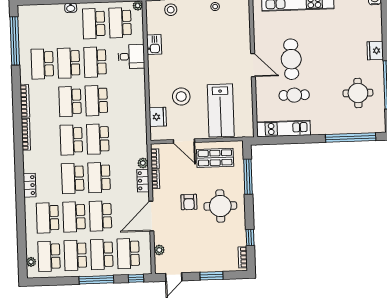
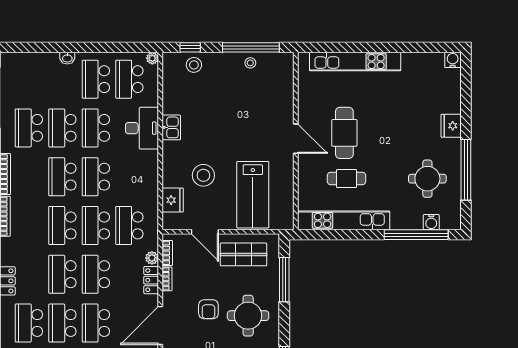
kitchen sink: (154, 45) -> (171, 127), moved
desk: (131, 57) -> (142, 128), width x1.37
water cooler: (362, 127) -> (431, 222), added
kitchen unit: (283, 129) -> (344, 220), width x1.36
school desk: (124, 138) -> (129, 225), added

